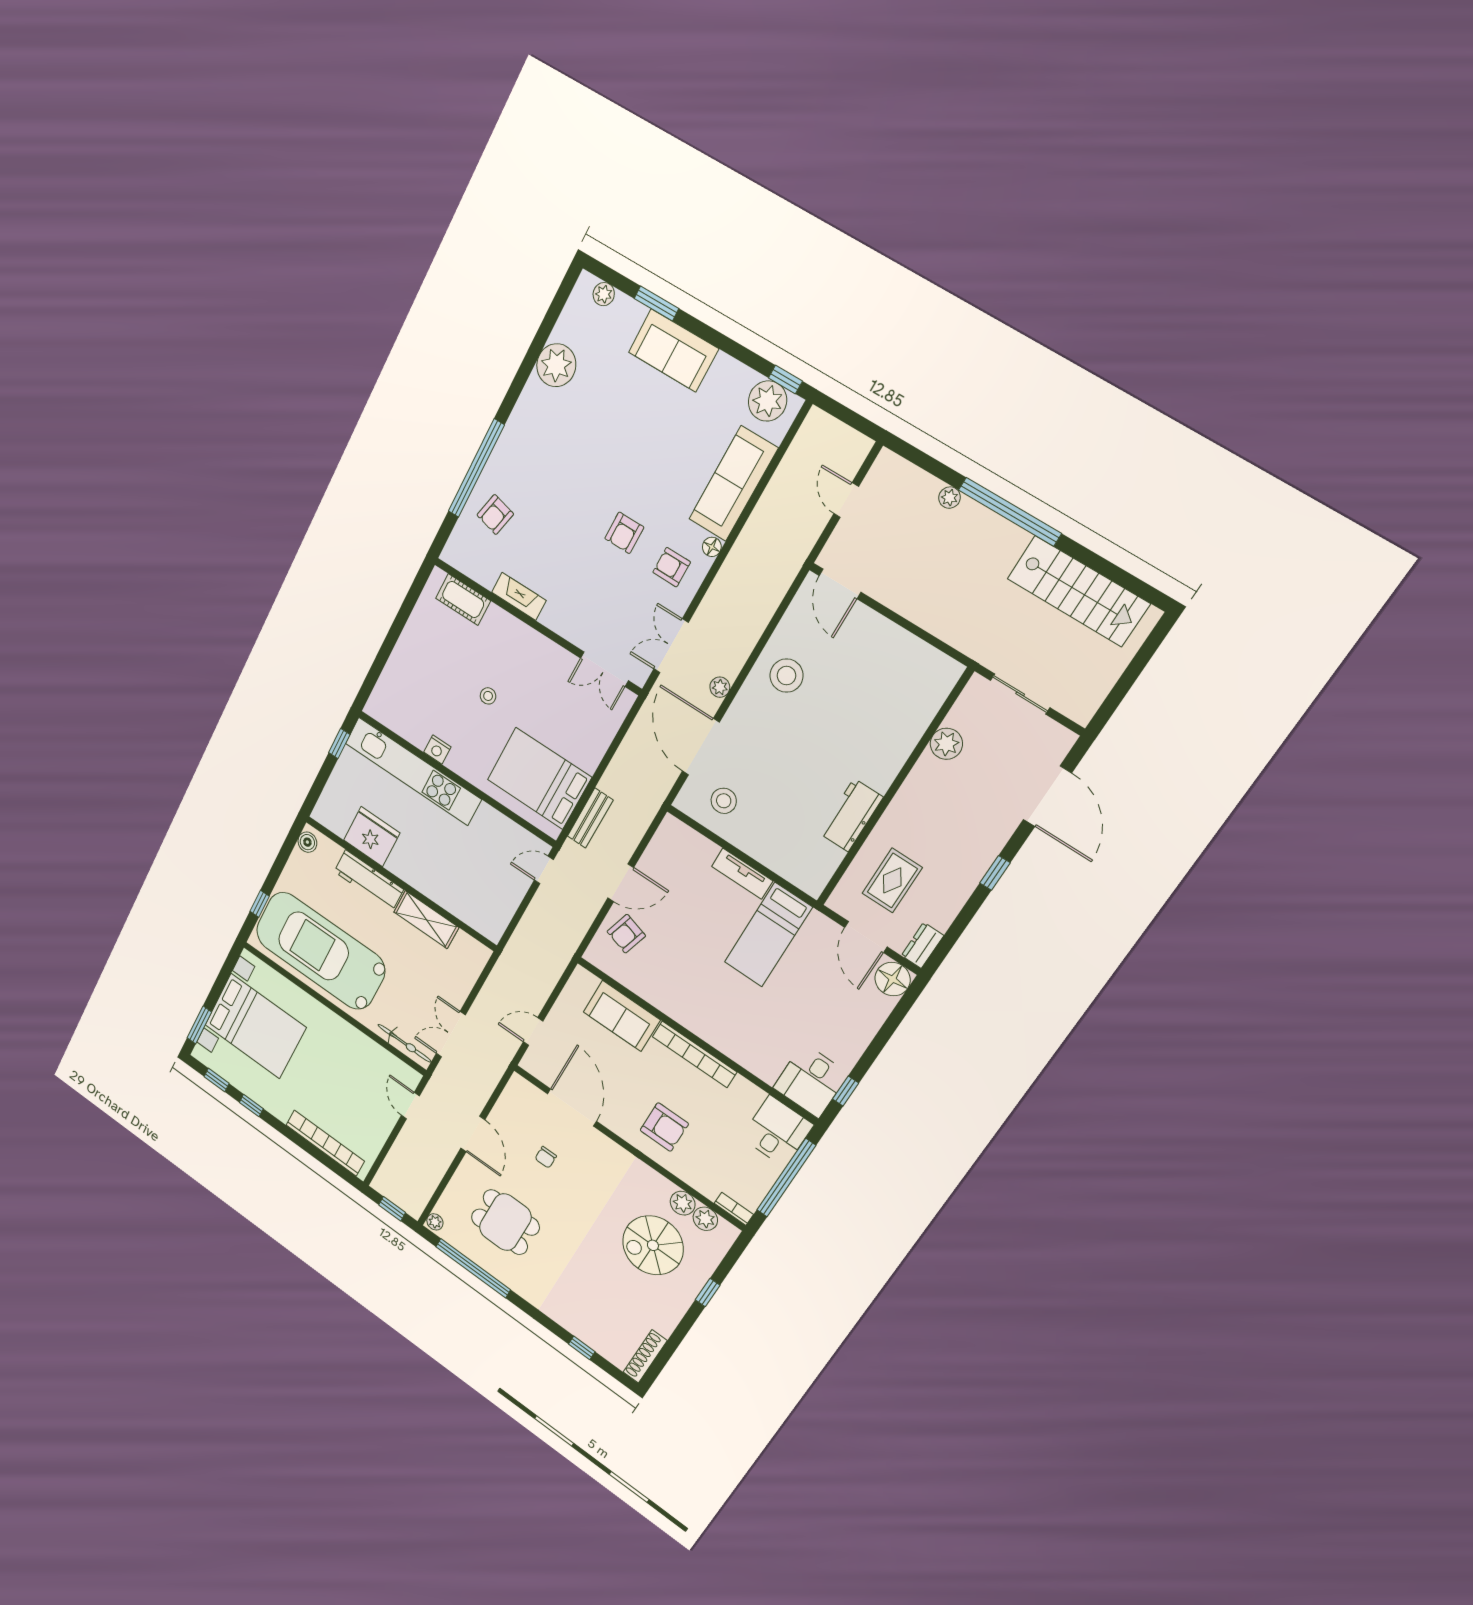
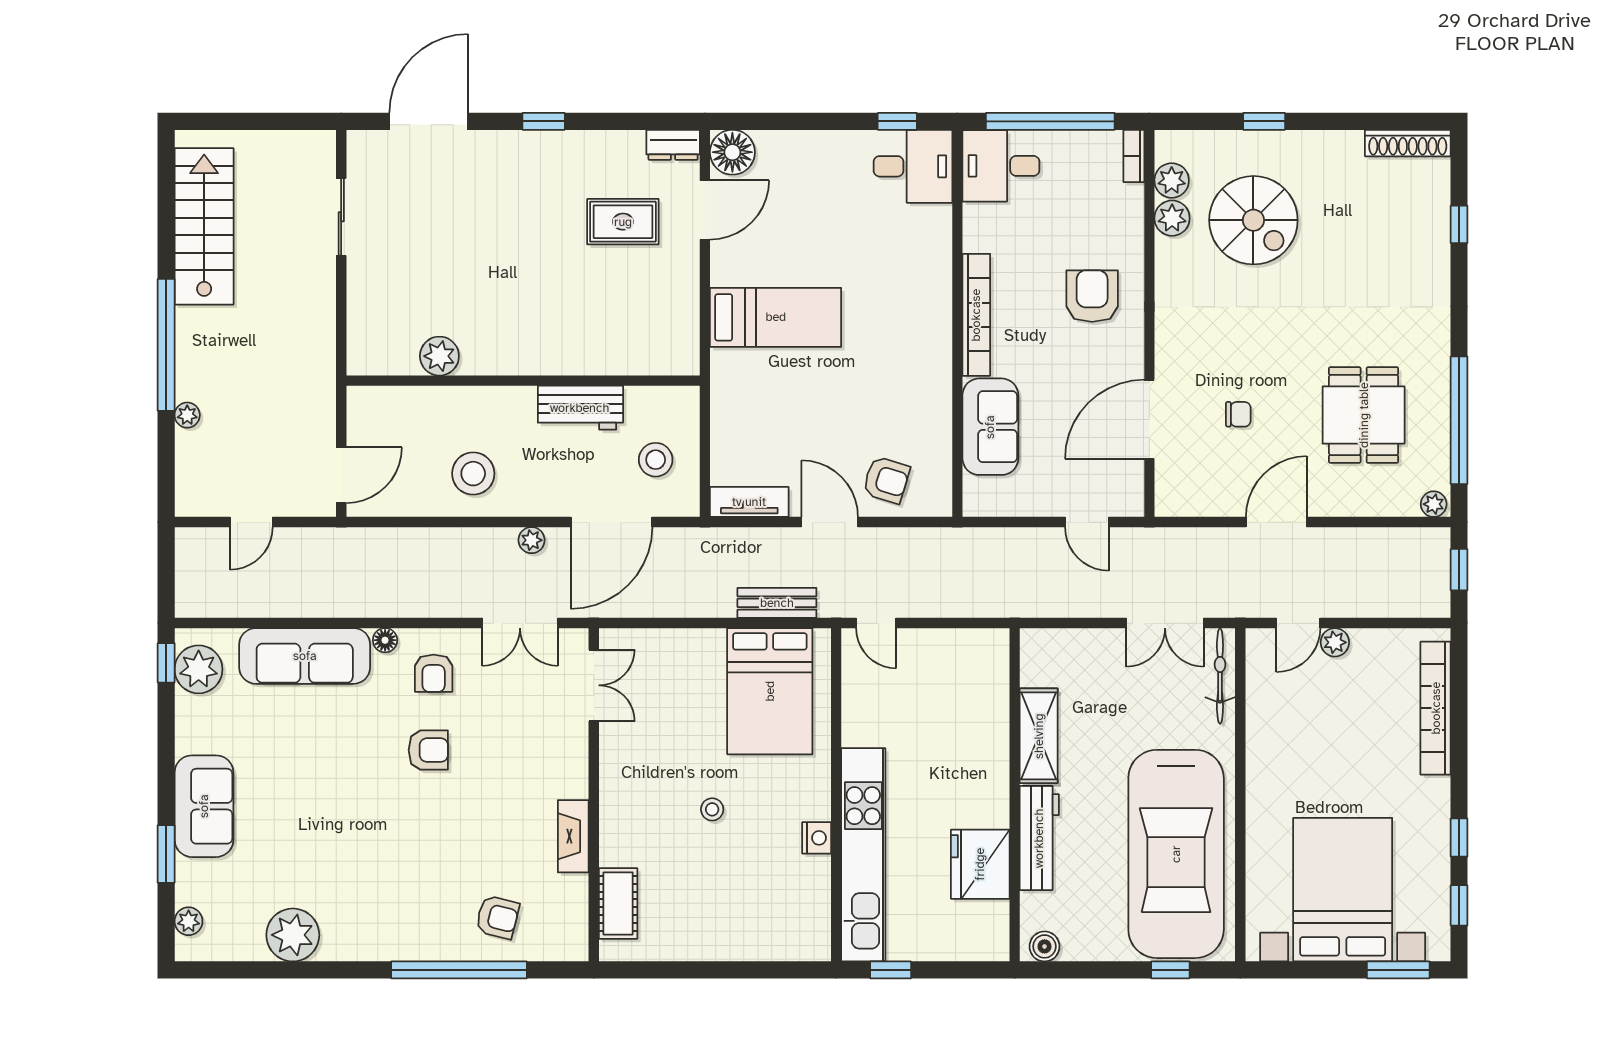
plant: (946, 744) -> (439, 356), moved
wall: (893, 789) -> (523, 381), moved
workbench: (851, 815) -> (580, 408), moved
tv unit: (742, 874) -> (749, 502), moved, turned -90
plant: (389, 1117) -> (1335, 642), added

